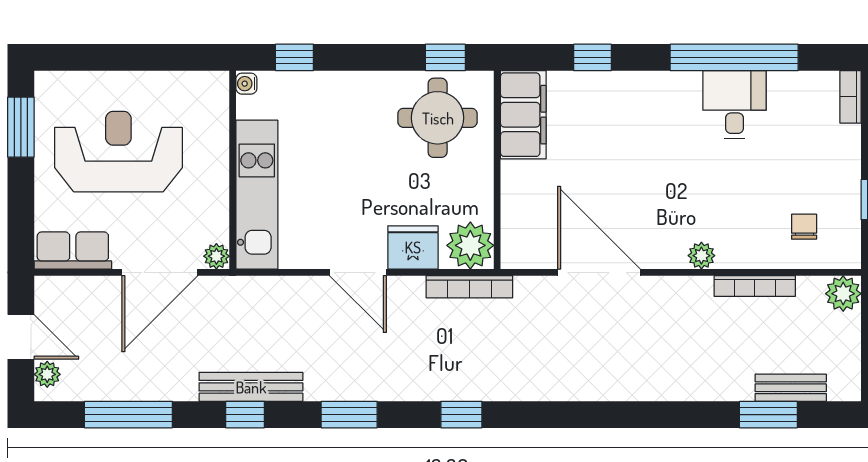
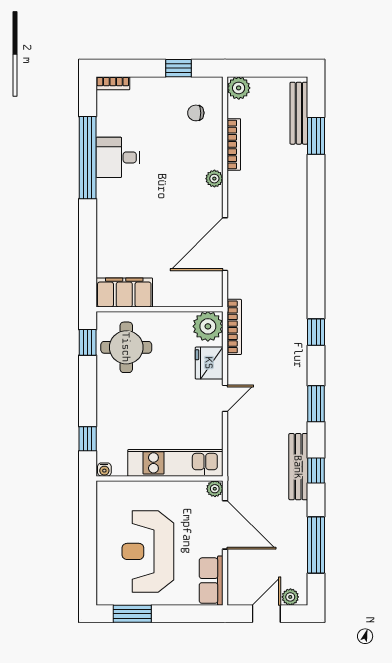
window: (592, 57) -> (88, 248), removed
door: (358, 272) -> (225, 398), width x0.73
bench: (791, 388) -> (299, 113), width x1.36

